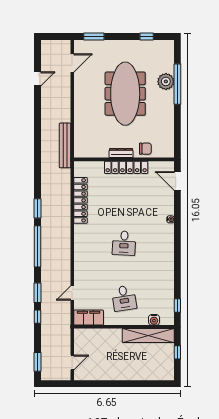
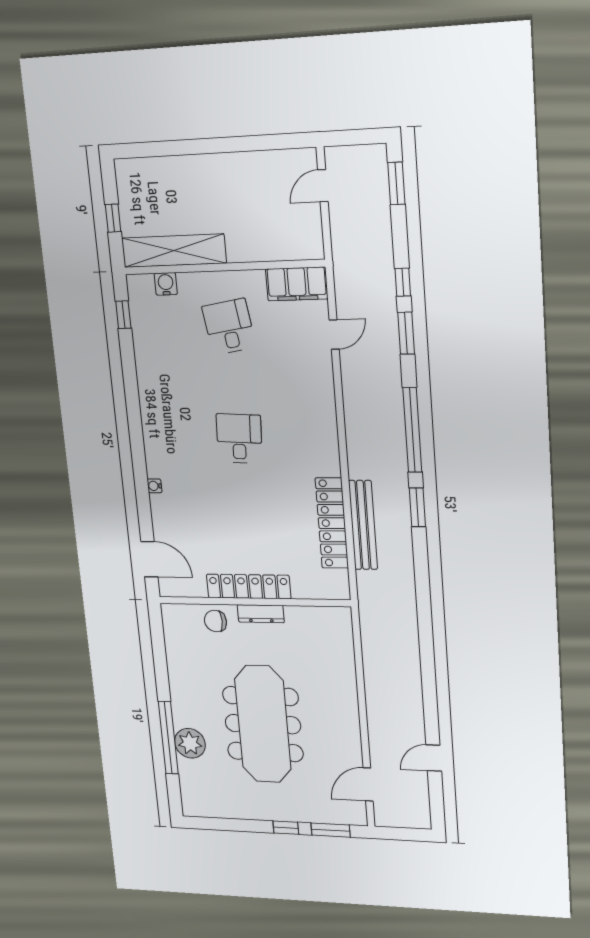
window: (147, 37) -> (286, 828), moved
bench: (65, 145) -> (363, 525), moved

